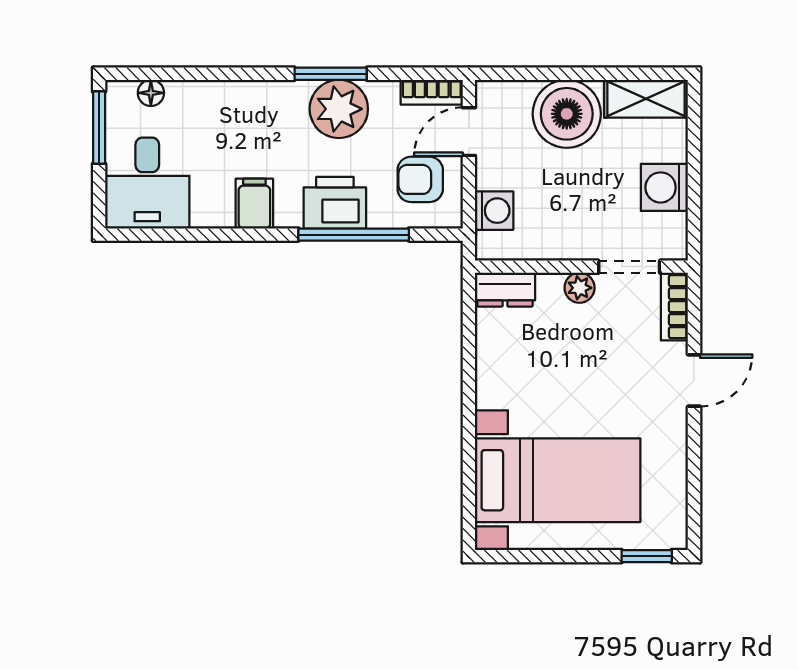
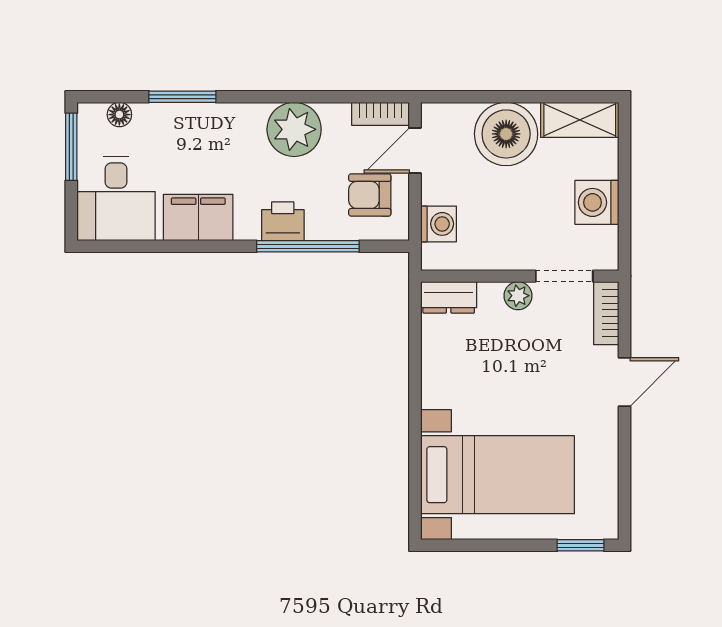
window: (331, 74) -> (182, 97), moved
printer: (335, 203) -> (283, 221), width x0.73, depth x0.81
filing cabinet: (254, 204) -> (198, 217), width x2.00

